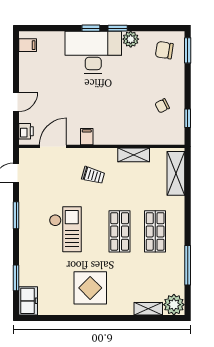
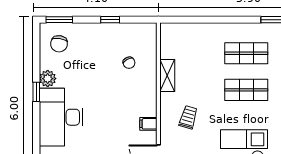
window: (91, 28) -> (36, 120), removed
chair: (162, 106) -> (129, 63), moved
window: (188, 118) -> (110, 20), moved
shelving: (176, 173) -> (186, 32), removed

